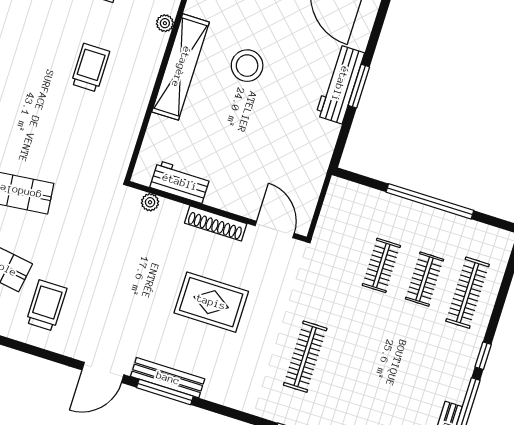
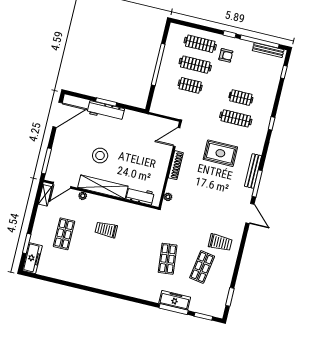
workbench: (180, 182) -> (140, 196), moved, turned 90
clothes rail: (424, 279) -> (195, 65), width x1.36
rug: (211, 302) -> (220, 153), moved, turned 90
trolley: (46, 305) -> (220, 242), turned 180
armchair: (439, 345) -> (226, 55), added
clothes rail: (348, 370) -> (241, 98), added
bench: (168, 378) -> (253, 171), moved

